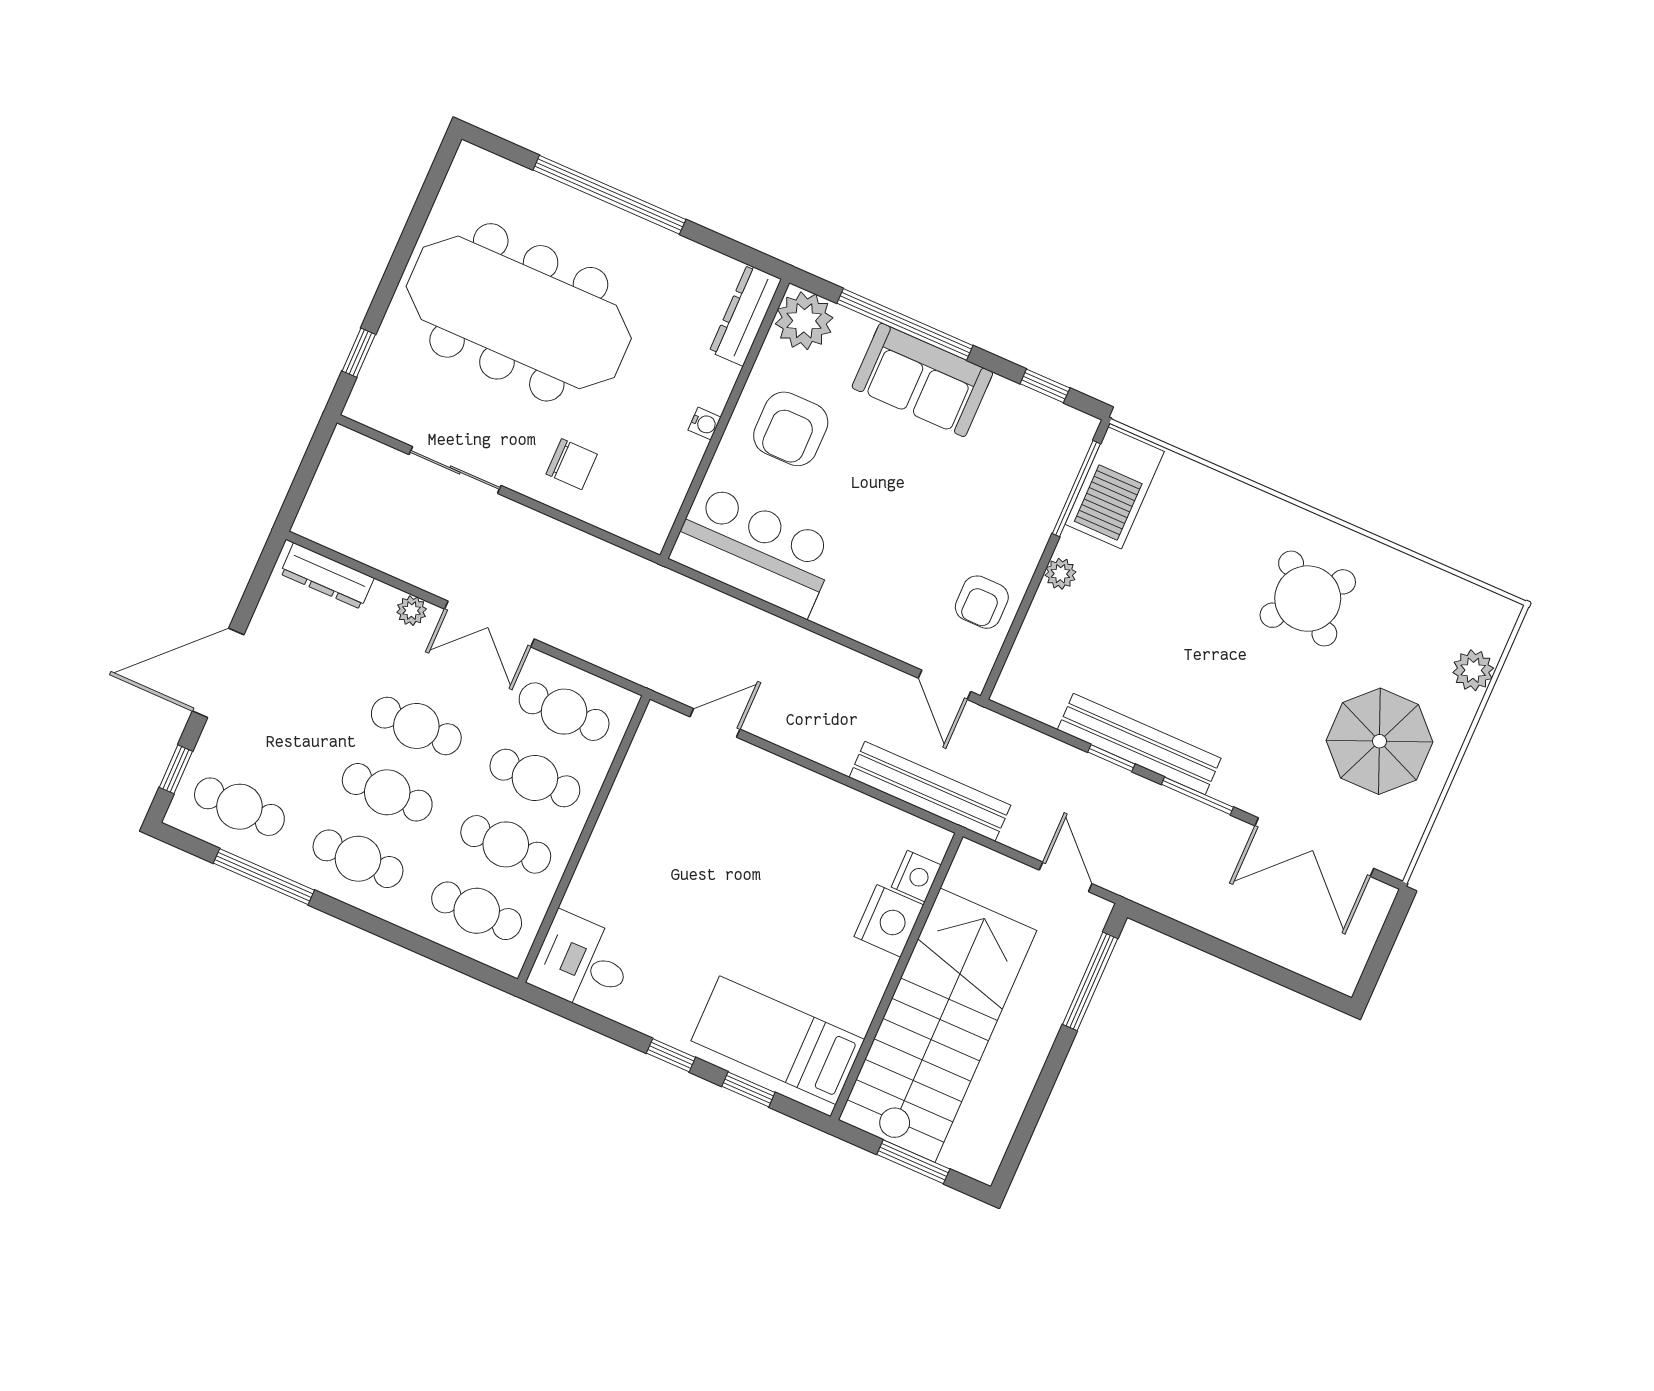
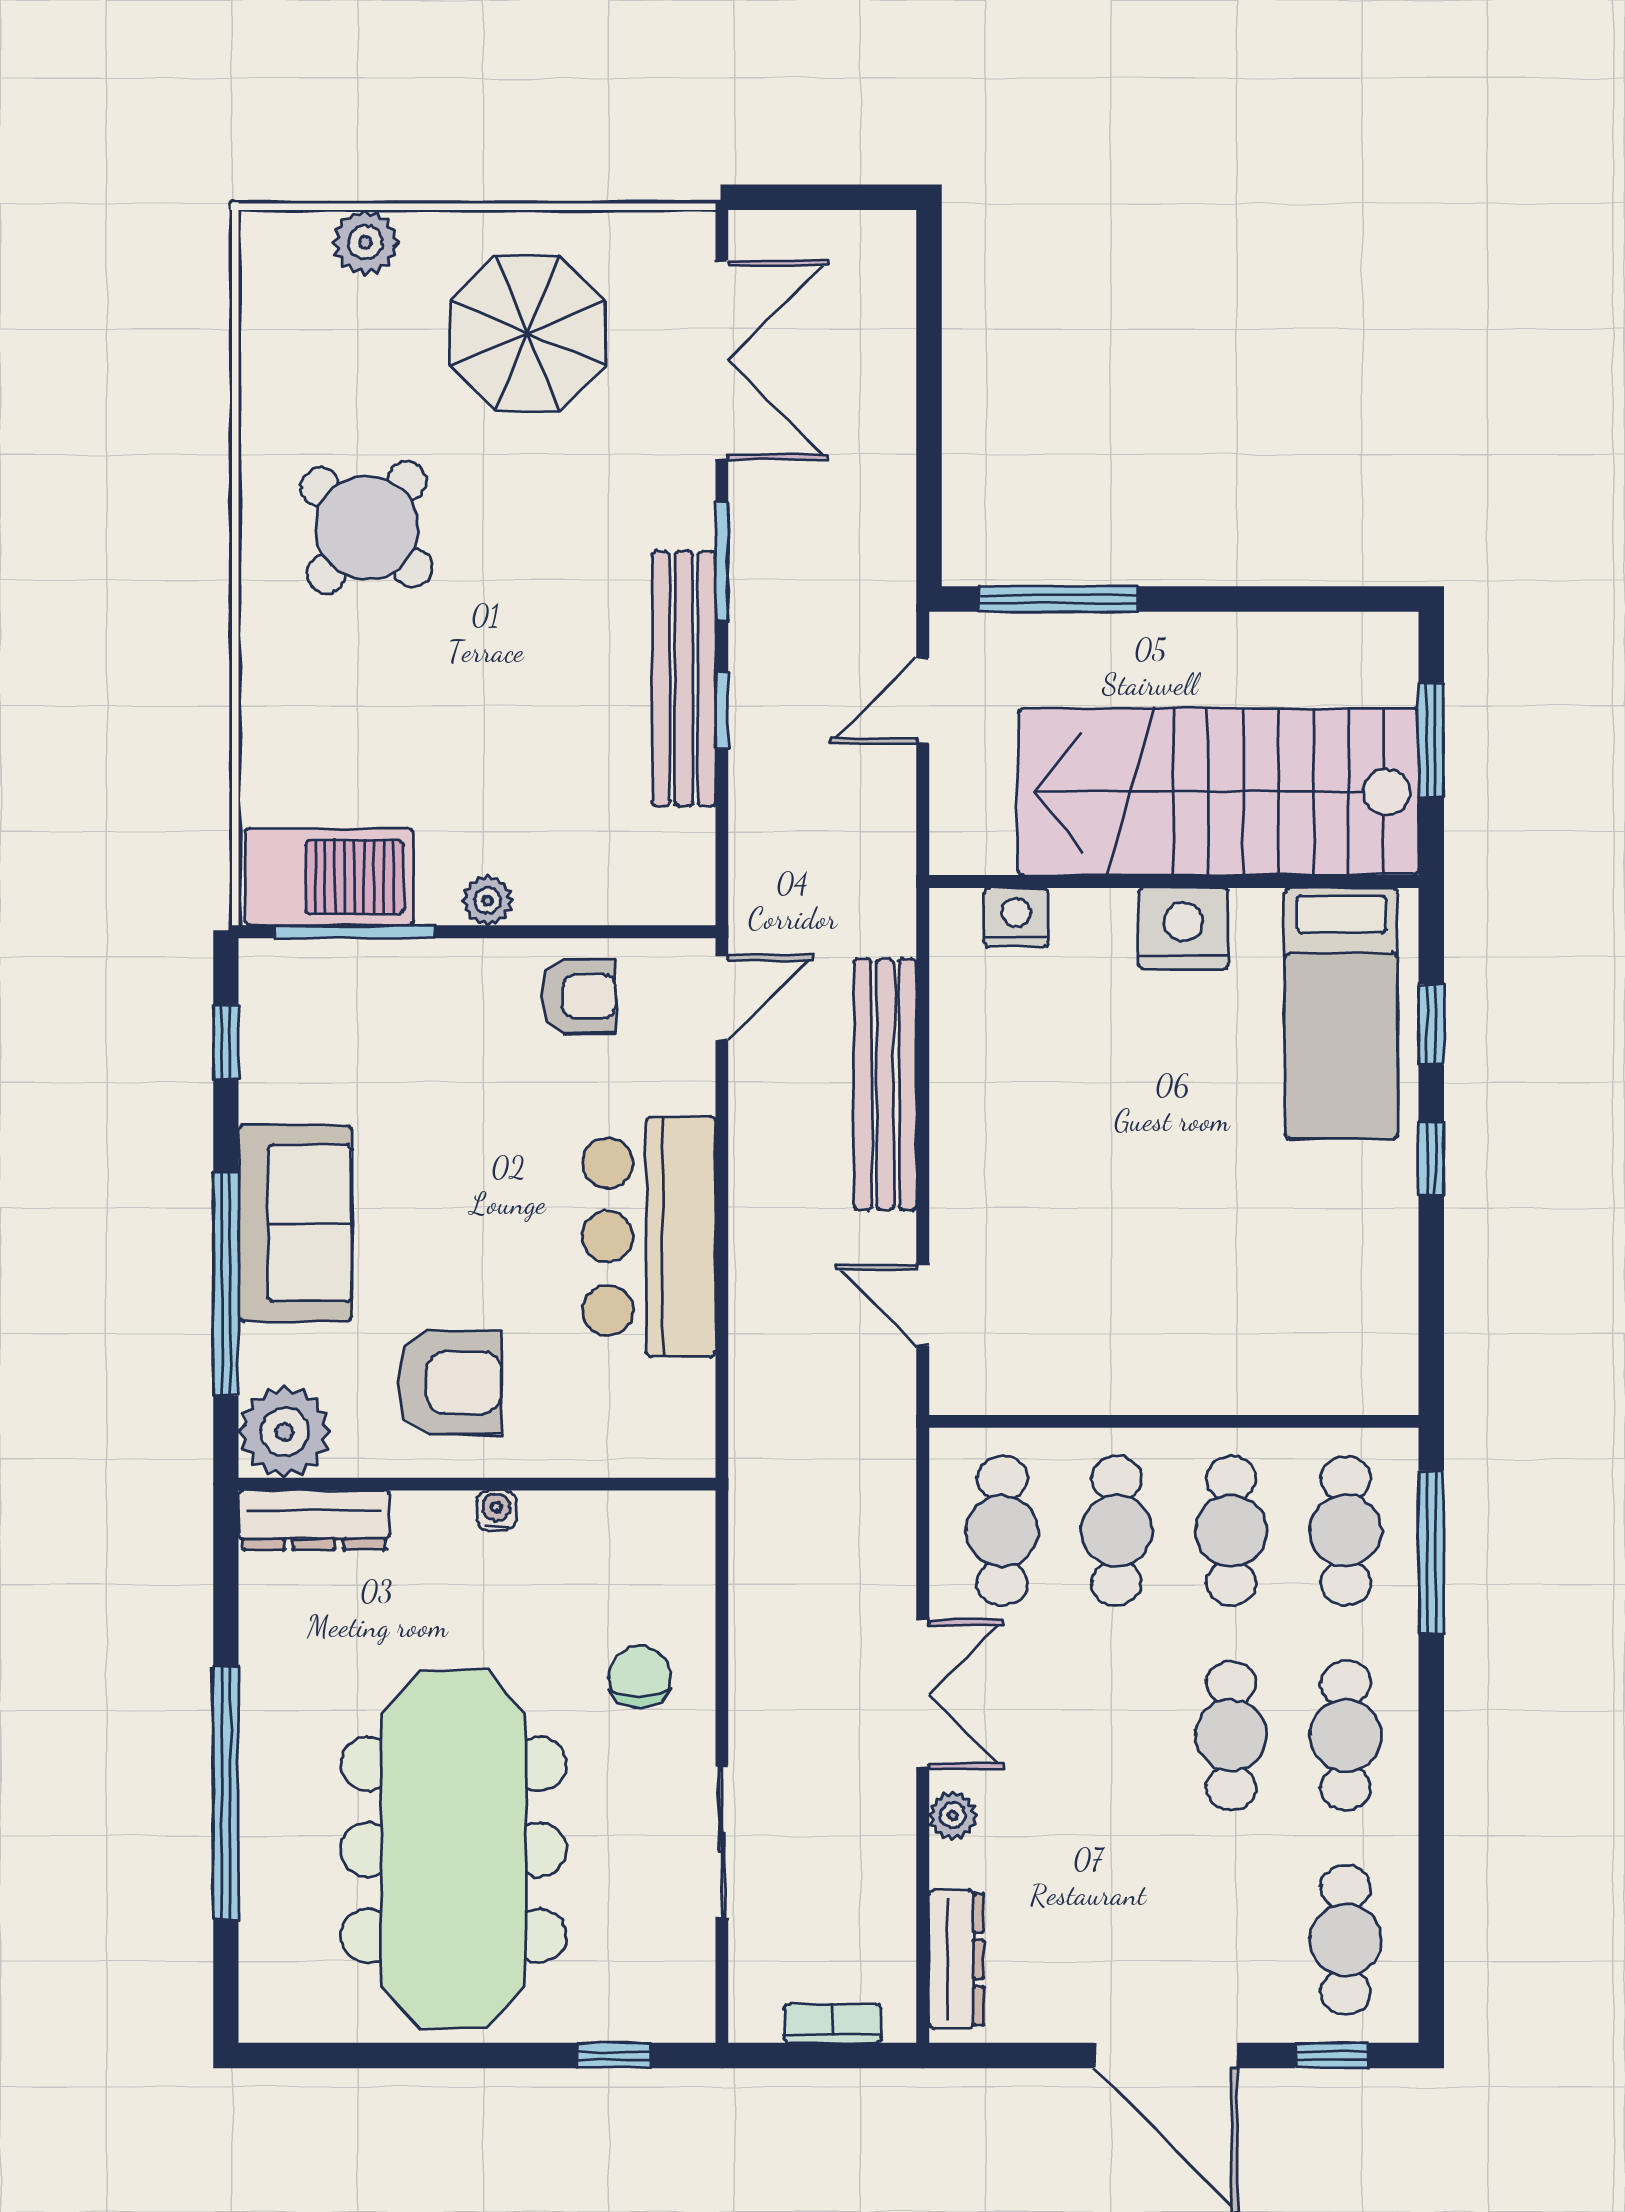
bookcase: (322, 488) -> (833, 2023), added
bar counter: (754, 551) -> (649, 1237), moved
cafe table: (416, 726) -> (1117, 1735), removed
bench: (930, 791) -> (885, 1084), moved
window: (264, 877) -> (1431, 1552), moved
nightstand: (889, 921) -> (1183, 928), moved
desk: (582, 963) -> (1354, 1345), removed

